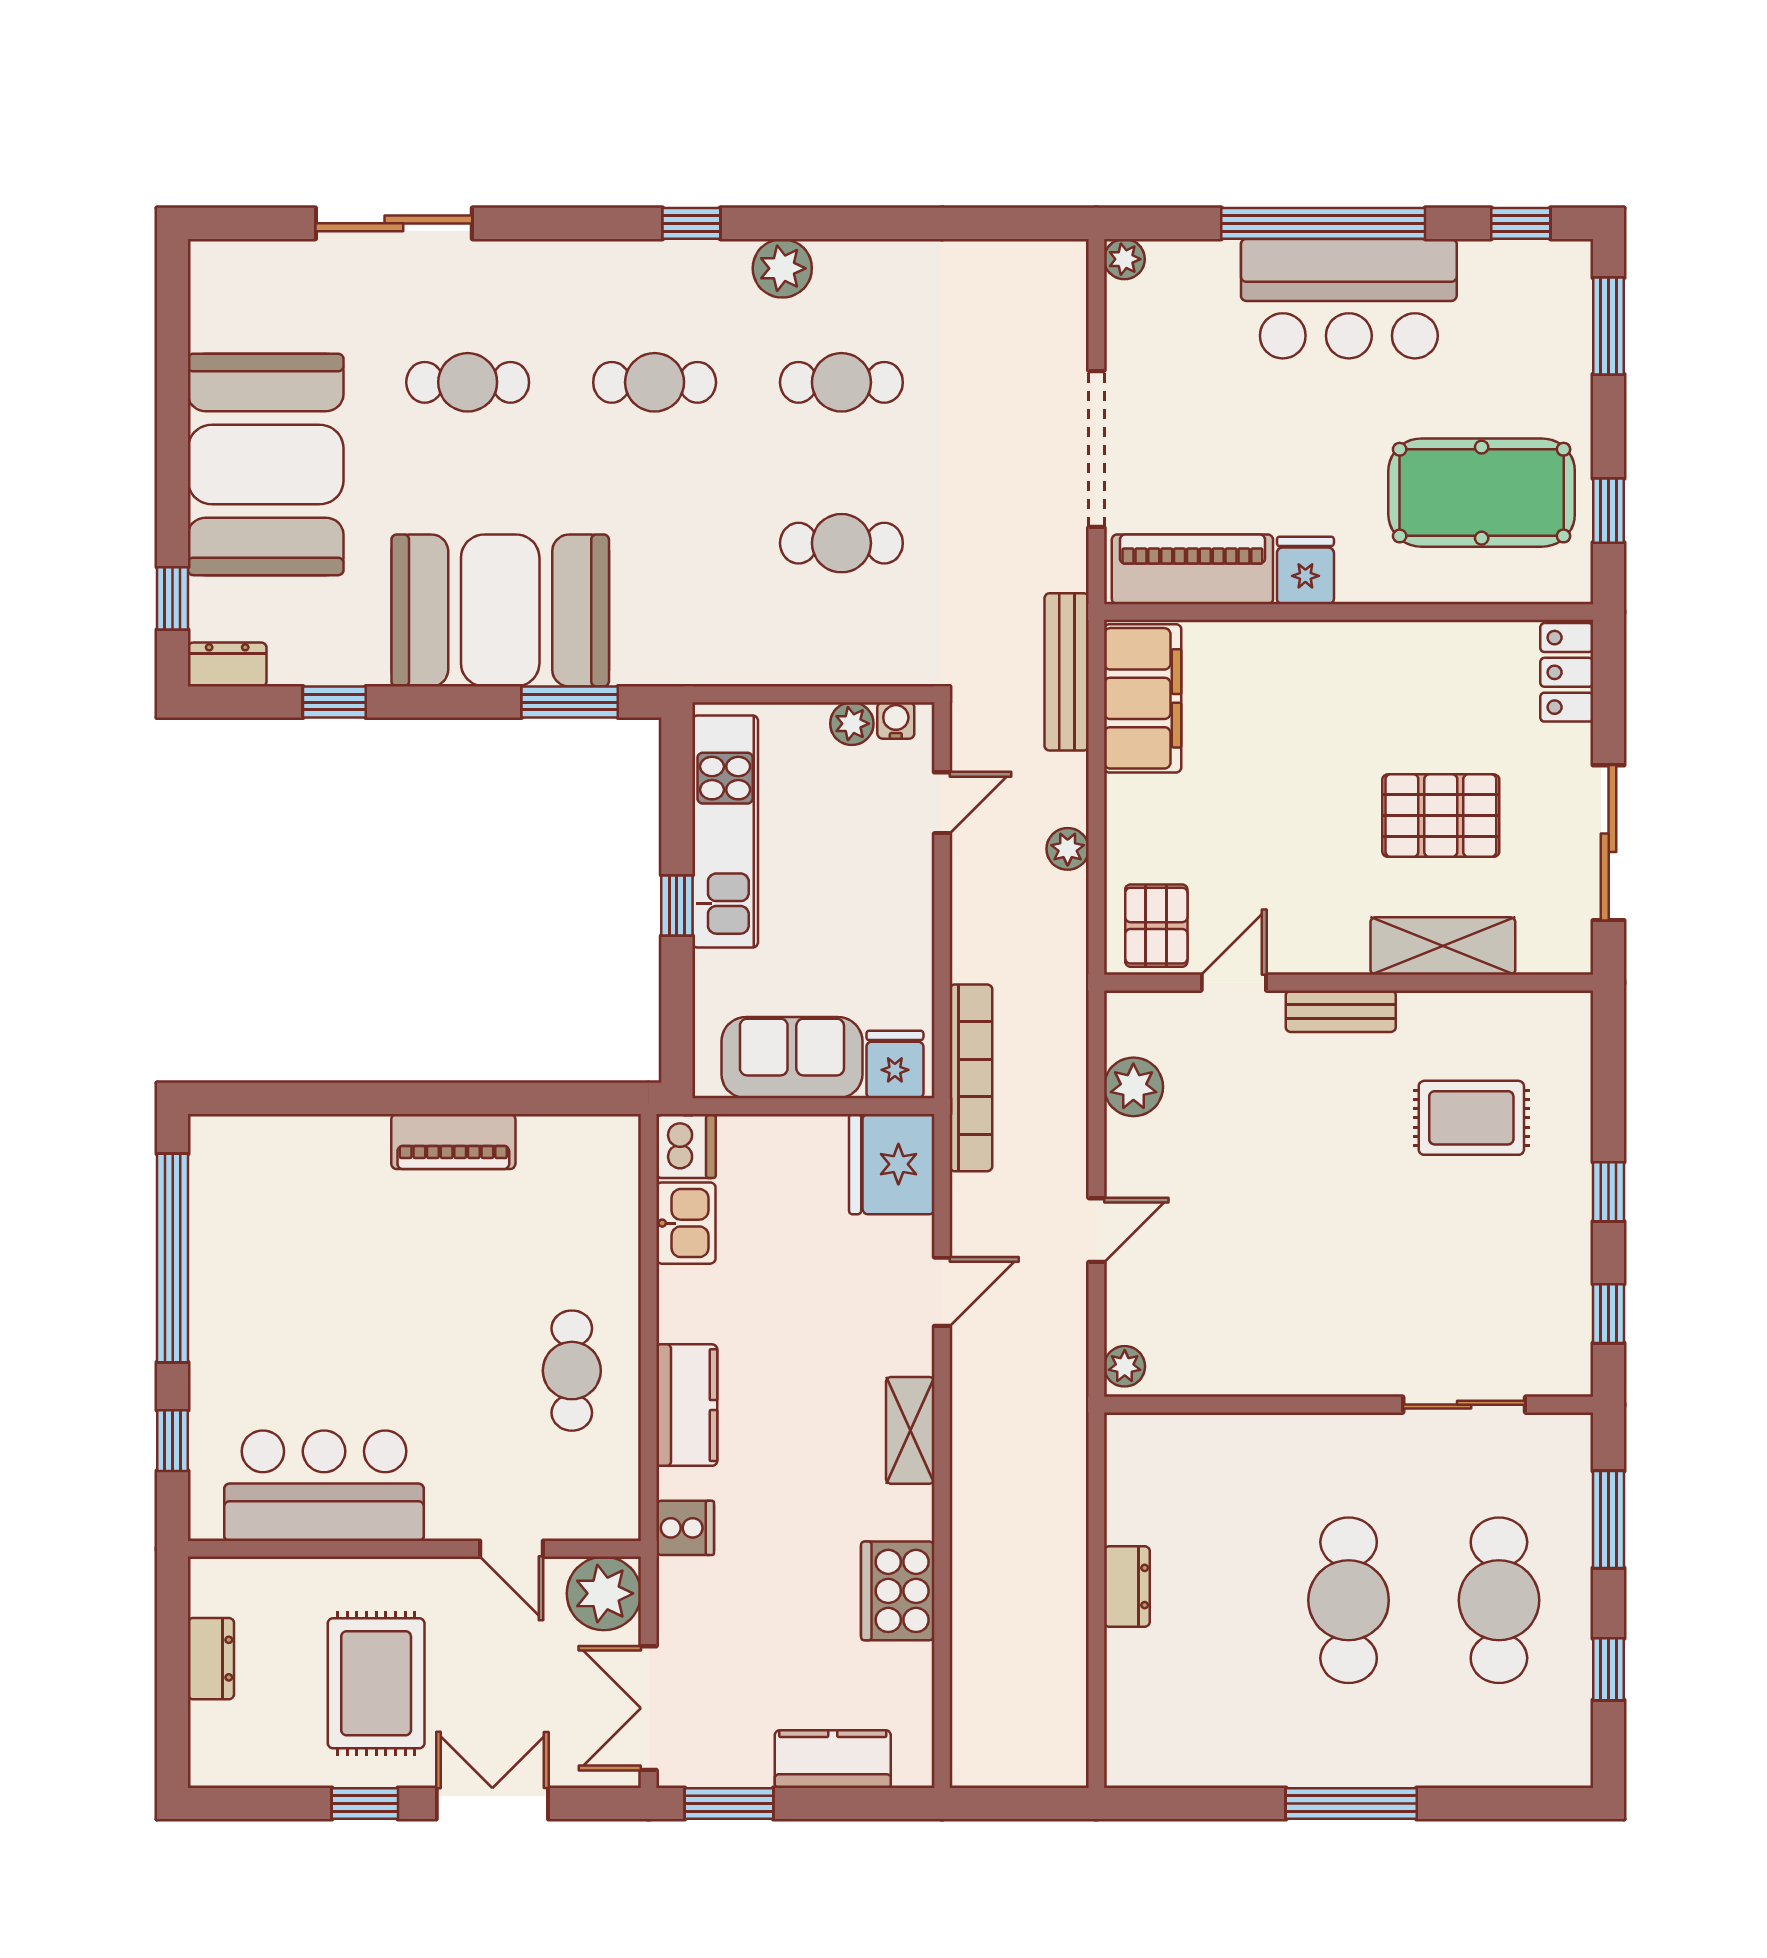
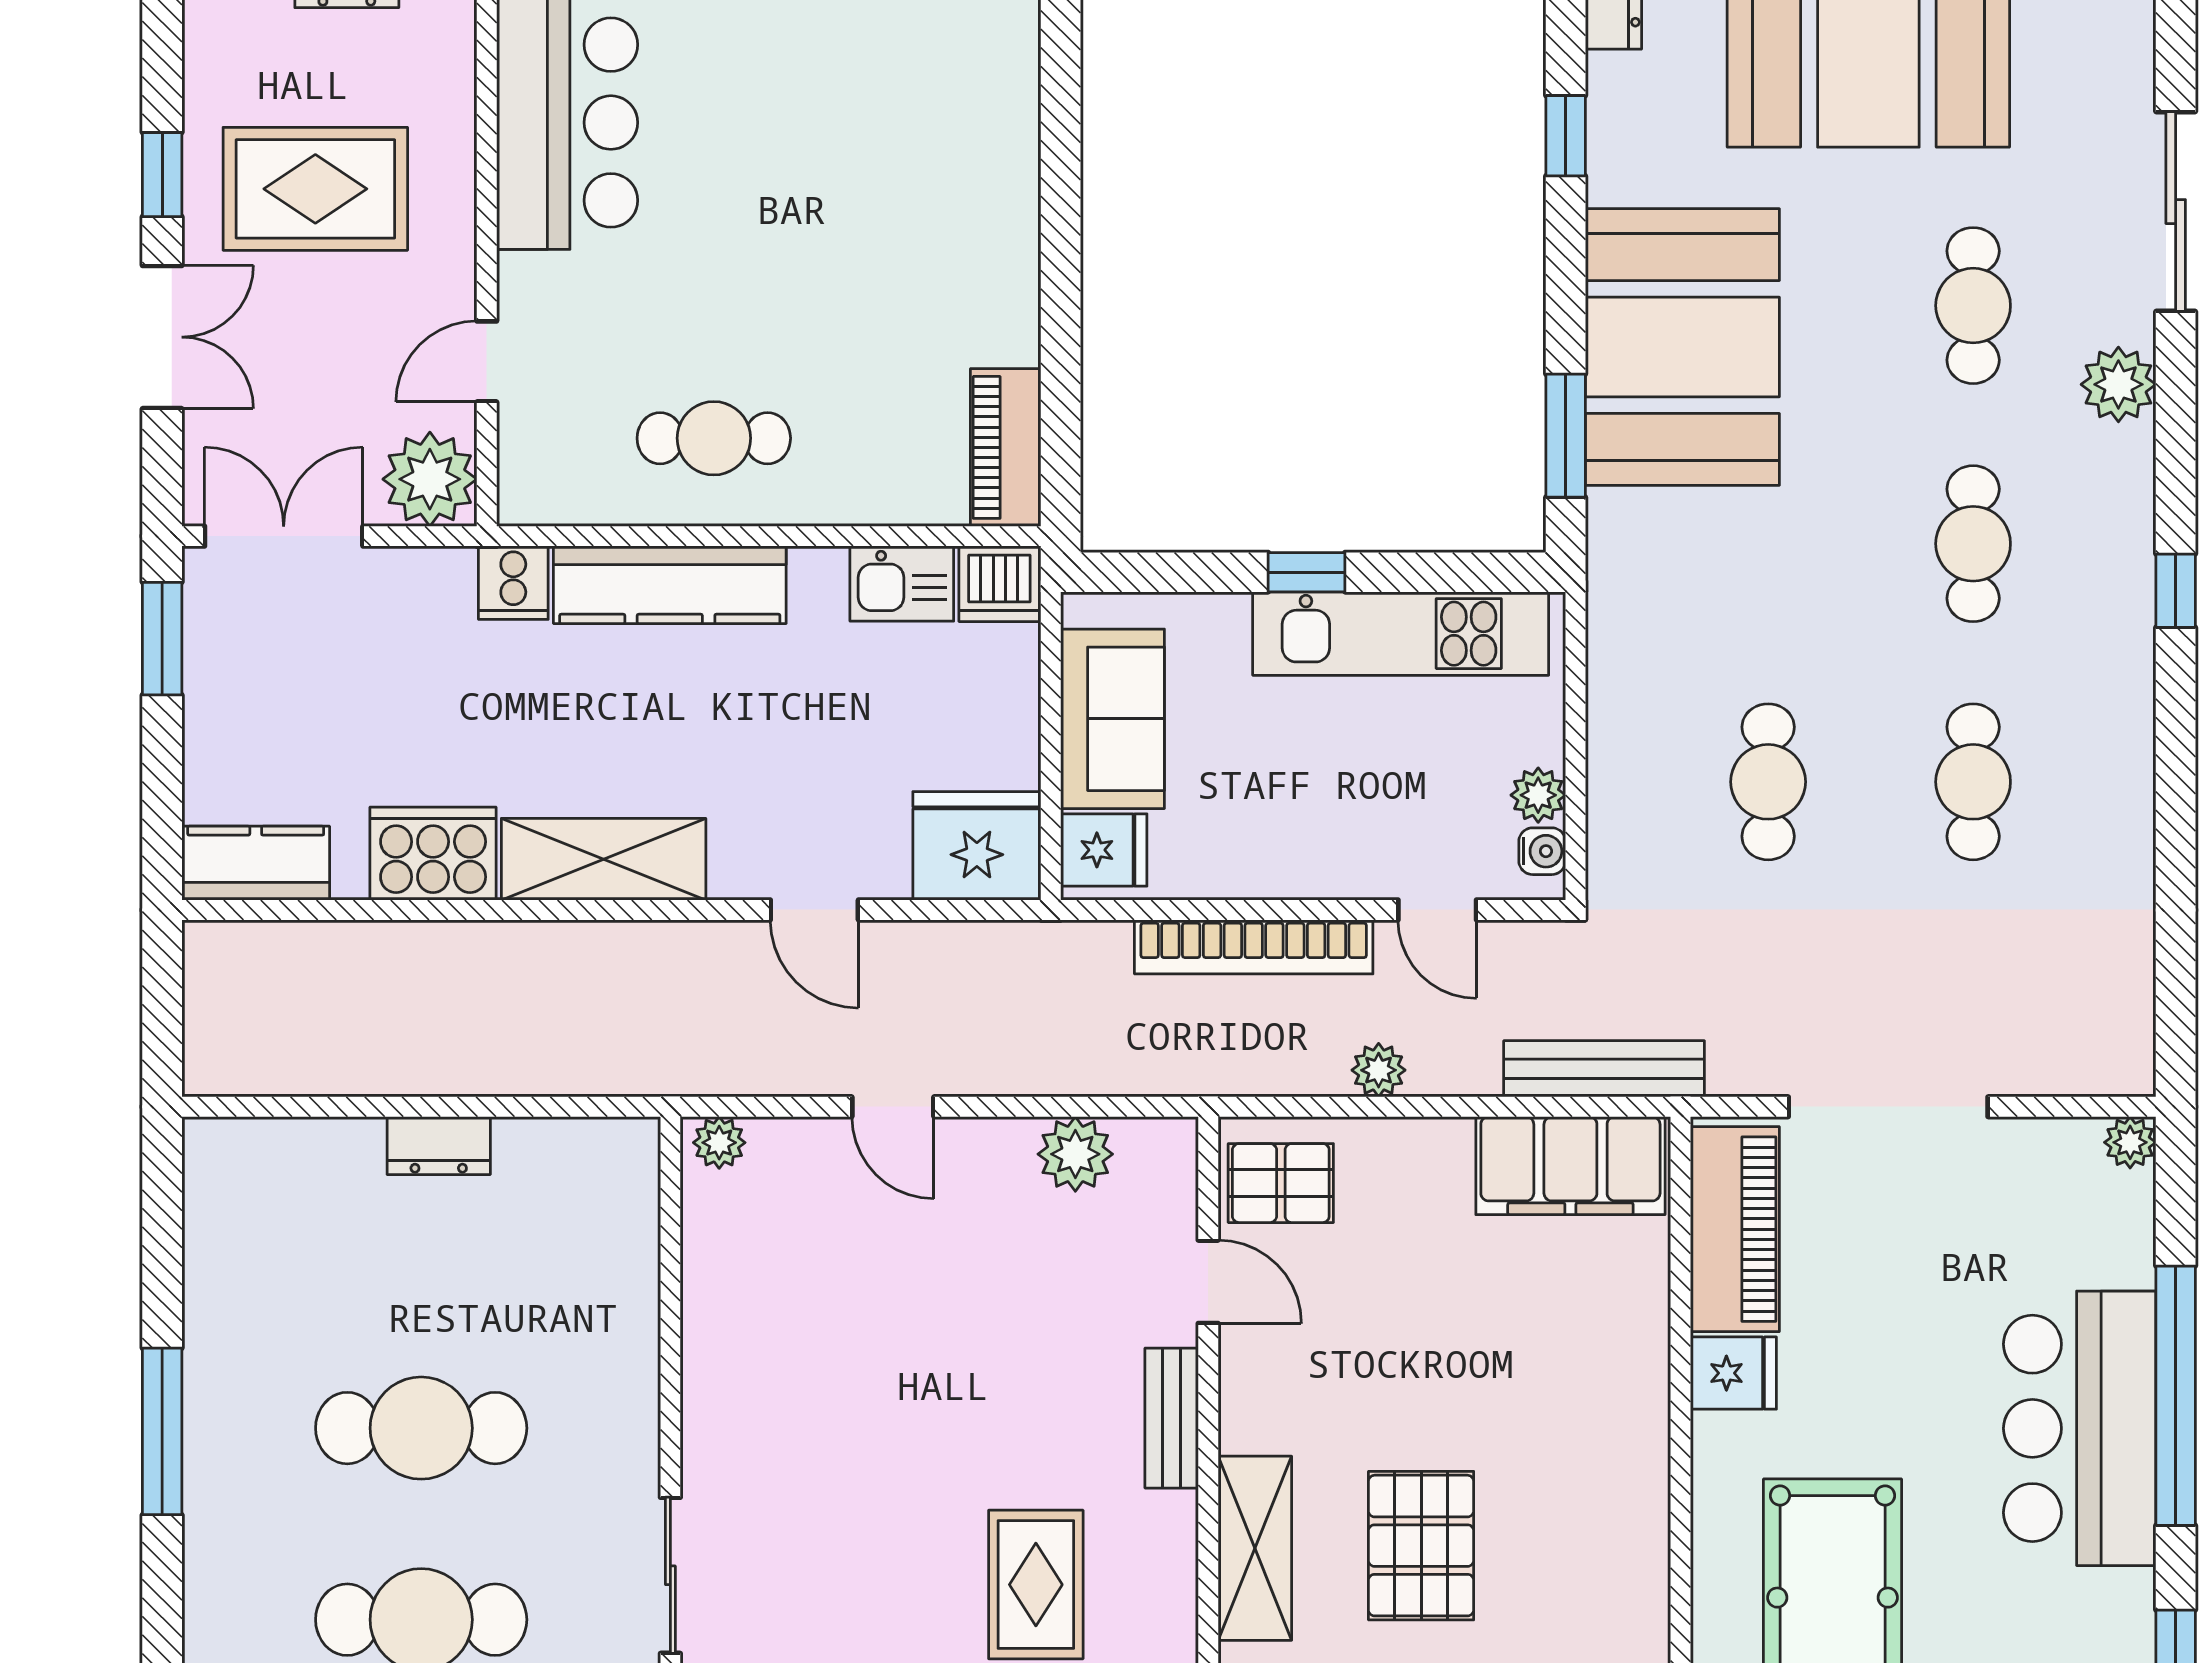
plant: (782, 268) -> (2118, 384), moved
bookcase: (971, 1078) -> (1254, 947), moved
piano: (453, 1141) -> (1006, 447), moved
kitchen counter: (687, 1405) -> (670, 585), width x1.50
shelving: (910, 1430) -> (604, 859), width x1.50, depth x1.33
kitchen counter: (833, 1759) -> (256, 863), moved, turned -90

